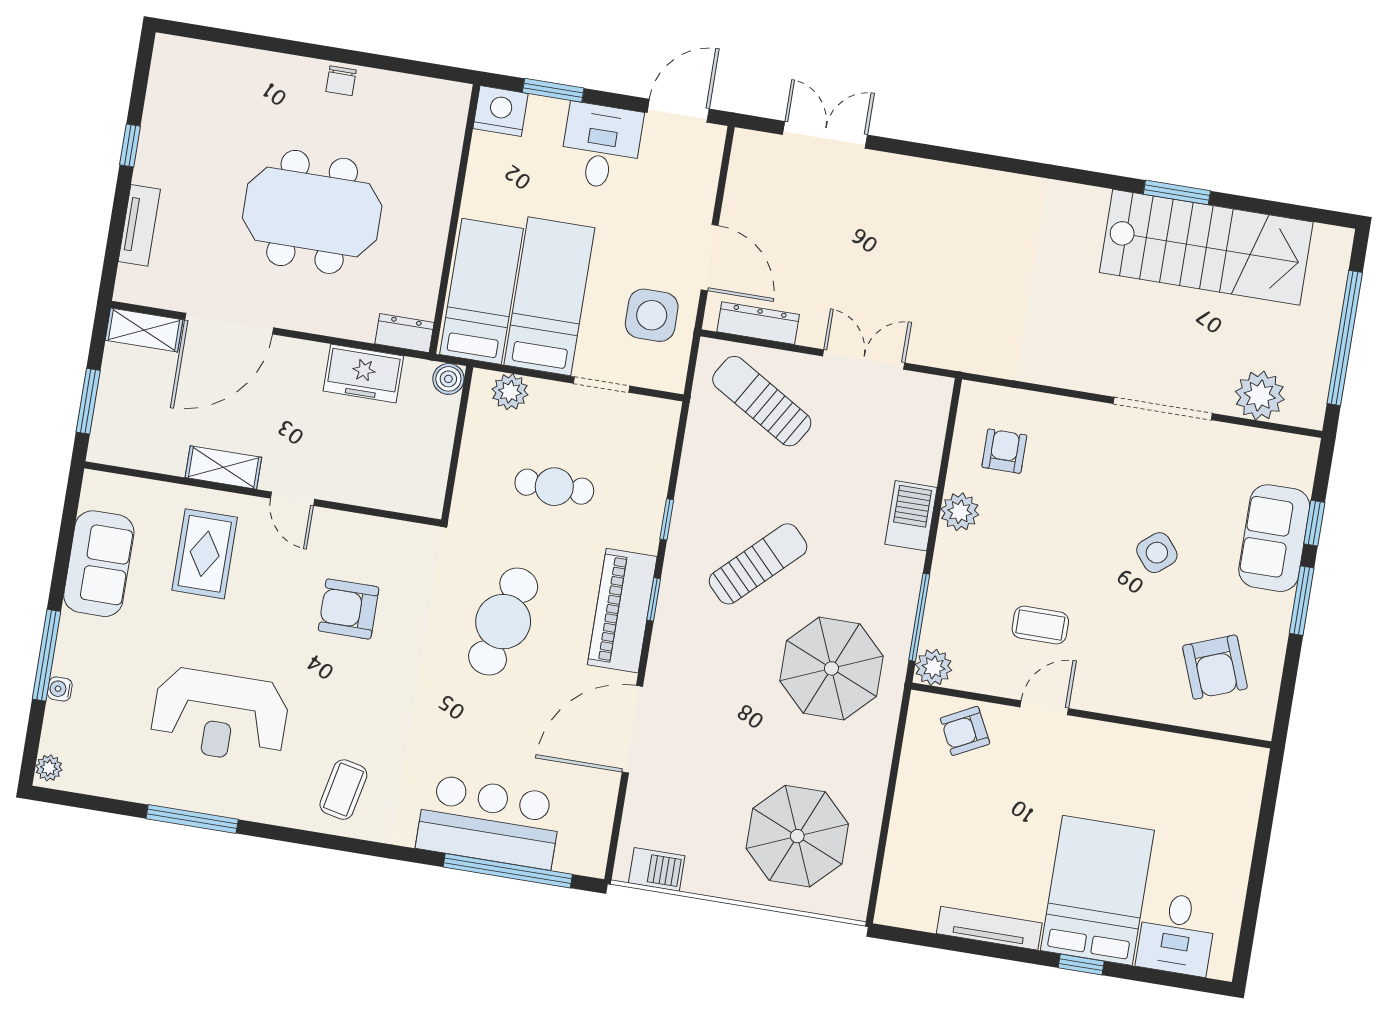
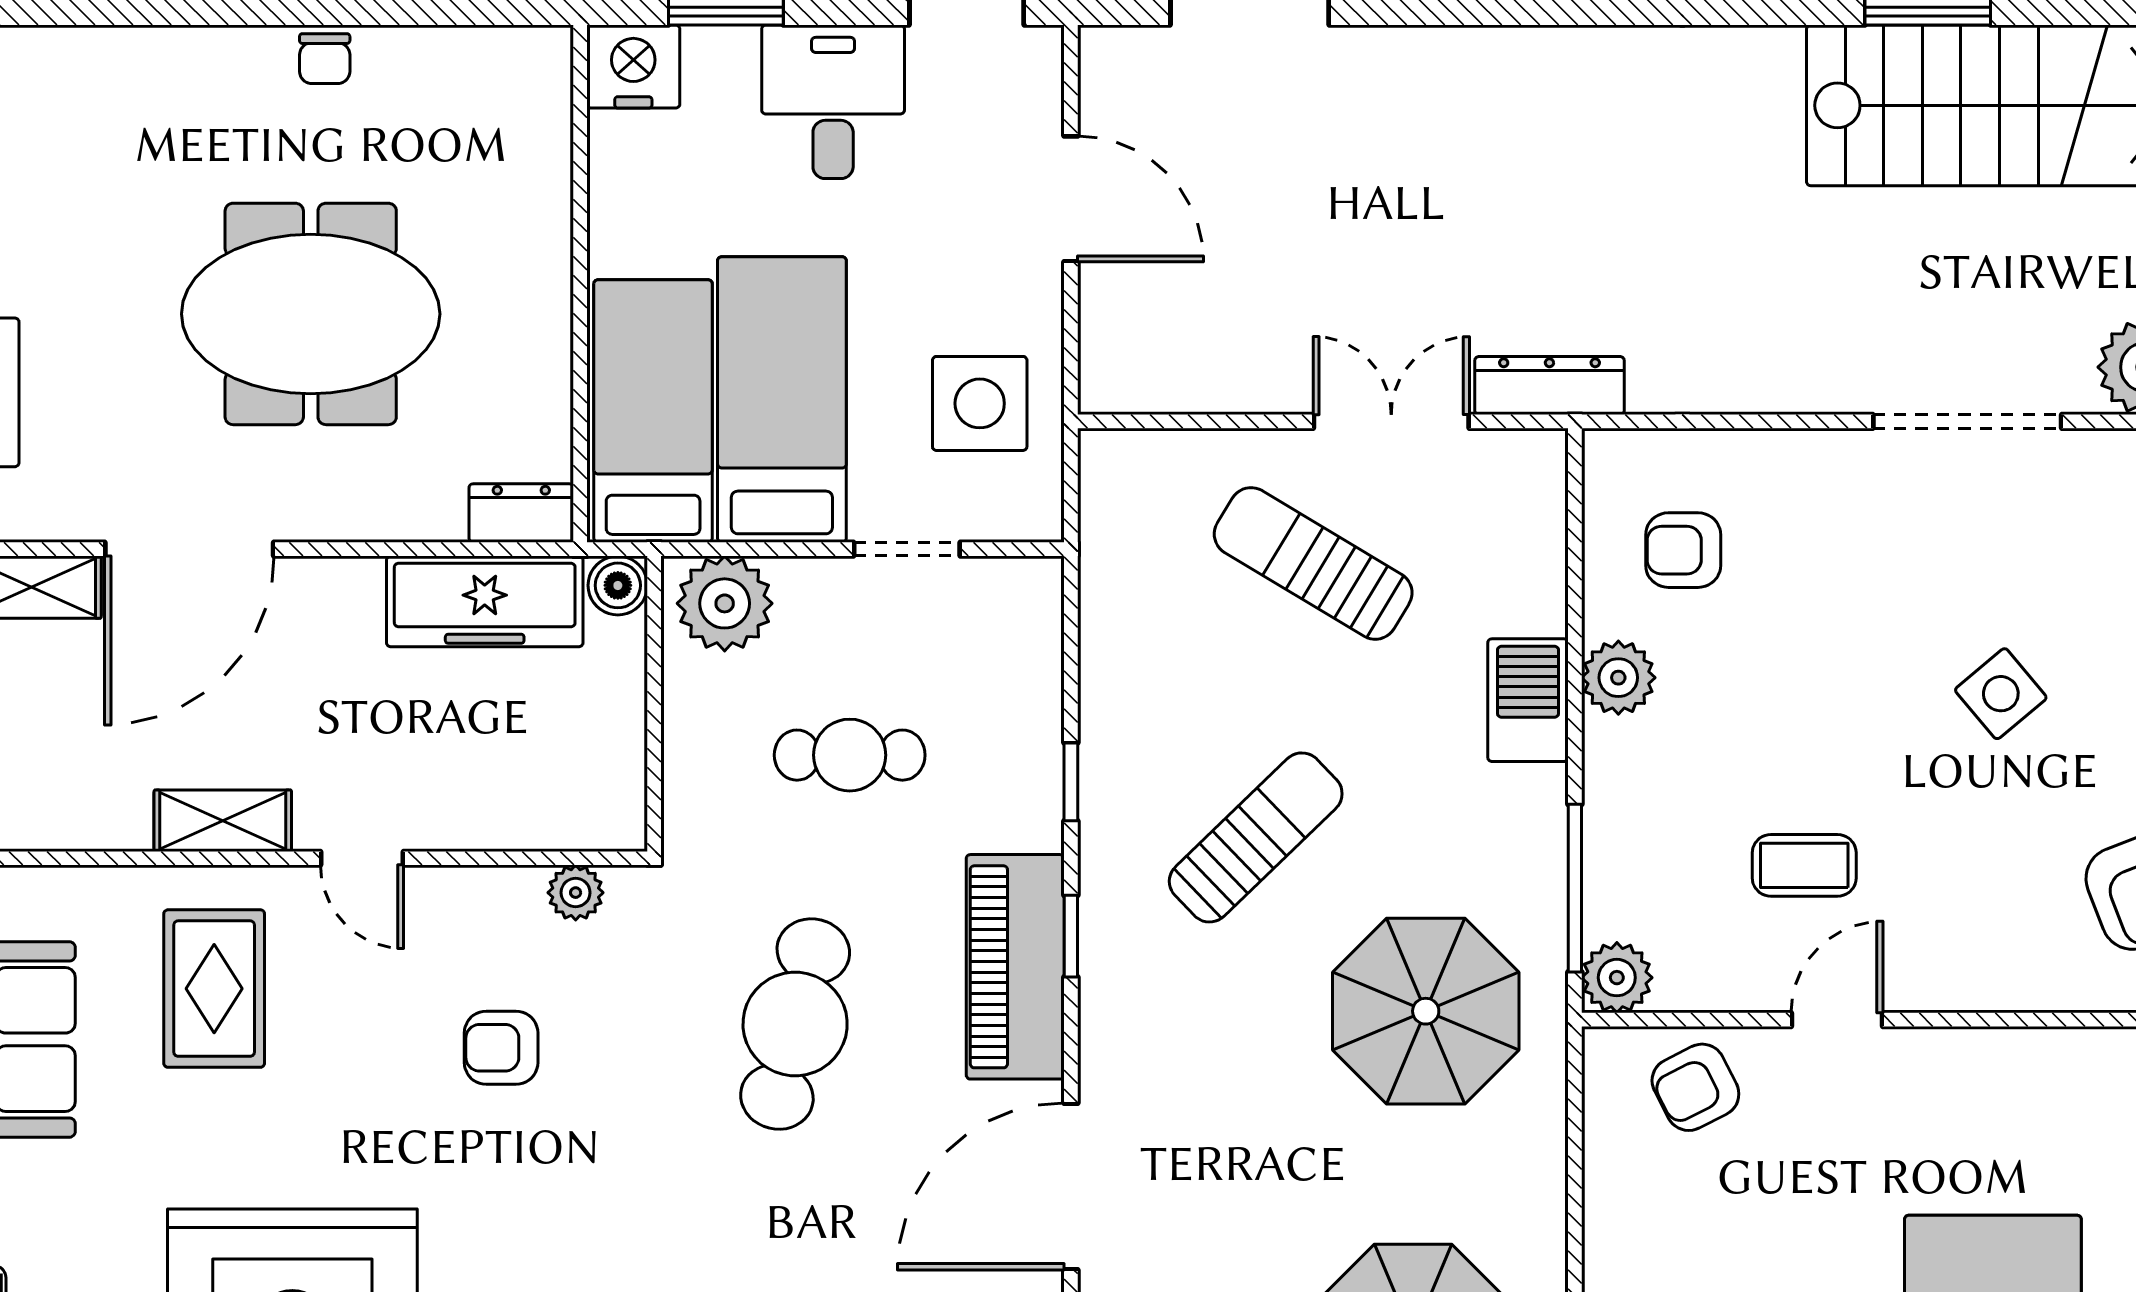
door: (710, 258) -> (1071, 199), moved
dresser: (758, 323) -> (1549, 386), moved
freezer: (363, 374) -> (485, 601), width x1.40
plant: (510, 392) -> (725, 603), width x1.36, depth x1.36
sun lounger: (762, 401) -> (1313, 563), moved
armchair: (1004, 451) -> (1683, 550), turned -90
plant: (400, 535) -> (576, 893), added
armchair: (349, 609) -> (501, 1048), width x0.72, depth x0.72

